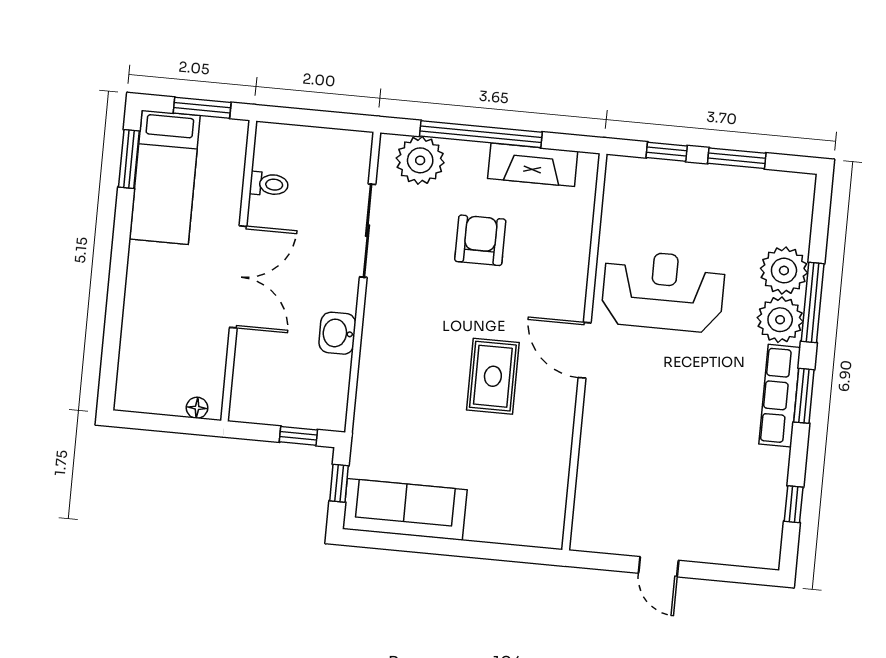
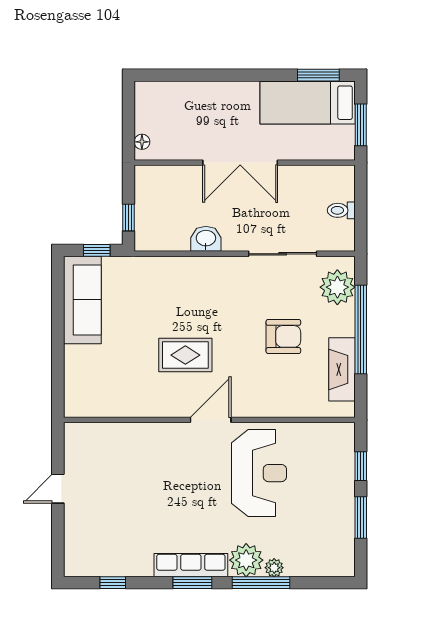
toilet: (269, 184) -> (341, 210), moved, turned 90
plant: (784, 271) -> (274, 568), width x0.53, depth x0.53

